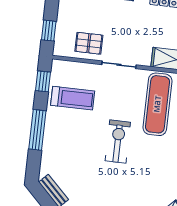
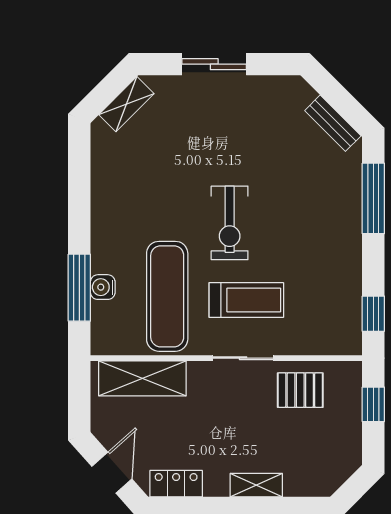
treadmill: (73, 98) -> (246, 300), moved, turned 180
window: (37, 130) -> (373, 198), moved

